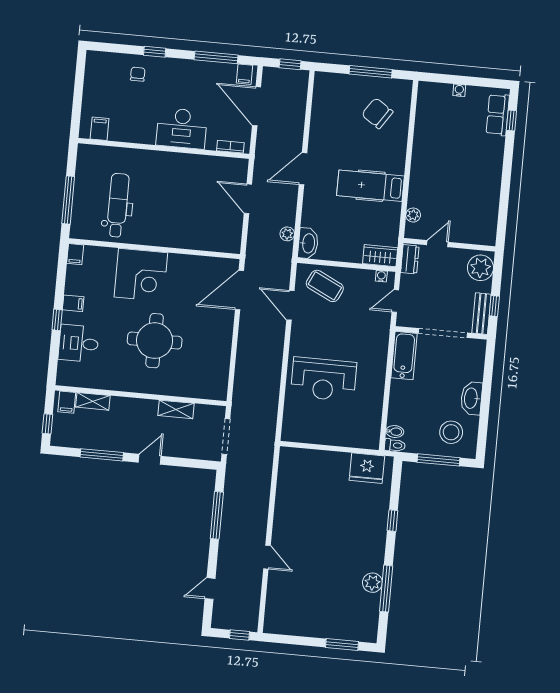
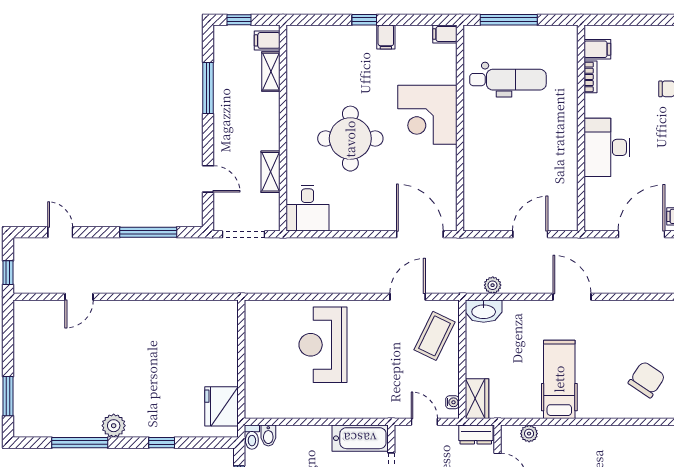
bookcase: (230, 147) -> (590, 77), moved
desk: (79, 343) -> (308, 208), moved, turned 180
door: (150, 459) -> (208, 179), moved
door: (267, 557) -> (79, 297), moved
plant: (372, 583) -> (114, 426), moved

